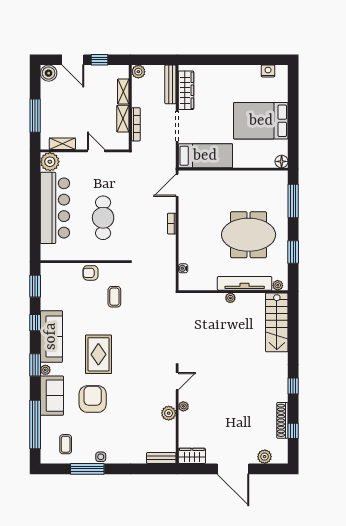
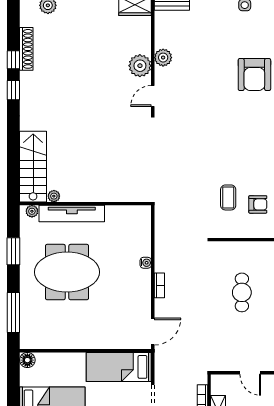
cafe table: (103, 218) -> (242, 292), width x0.73, depth x0.74
water cooler: (183, 268) -> (146, 263), moved
armchair: (90, 273) -> (258, 204), moved
plant: (230, 298) -> (54, 196), moved
rug: (98, 354) -> (247, 128), removed
plant: (183, 406) -> (140, 66), width x1.88, depth x1.88
window: (293, 431) -> (13, 60), moved

